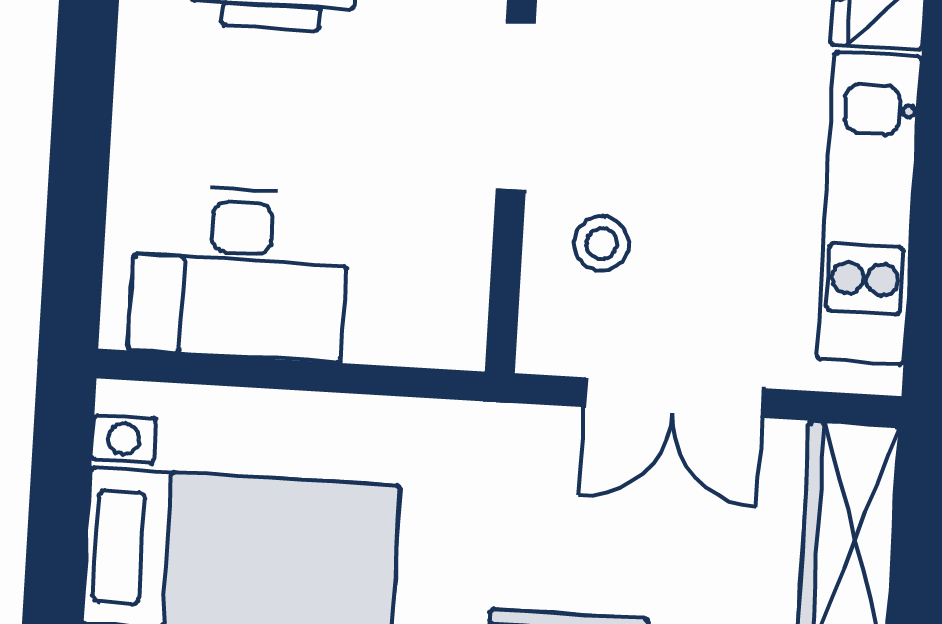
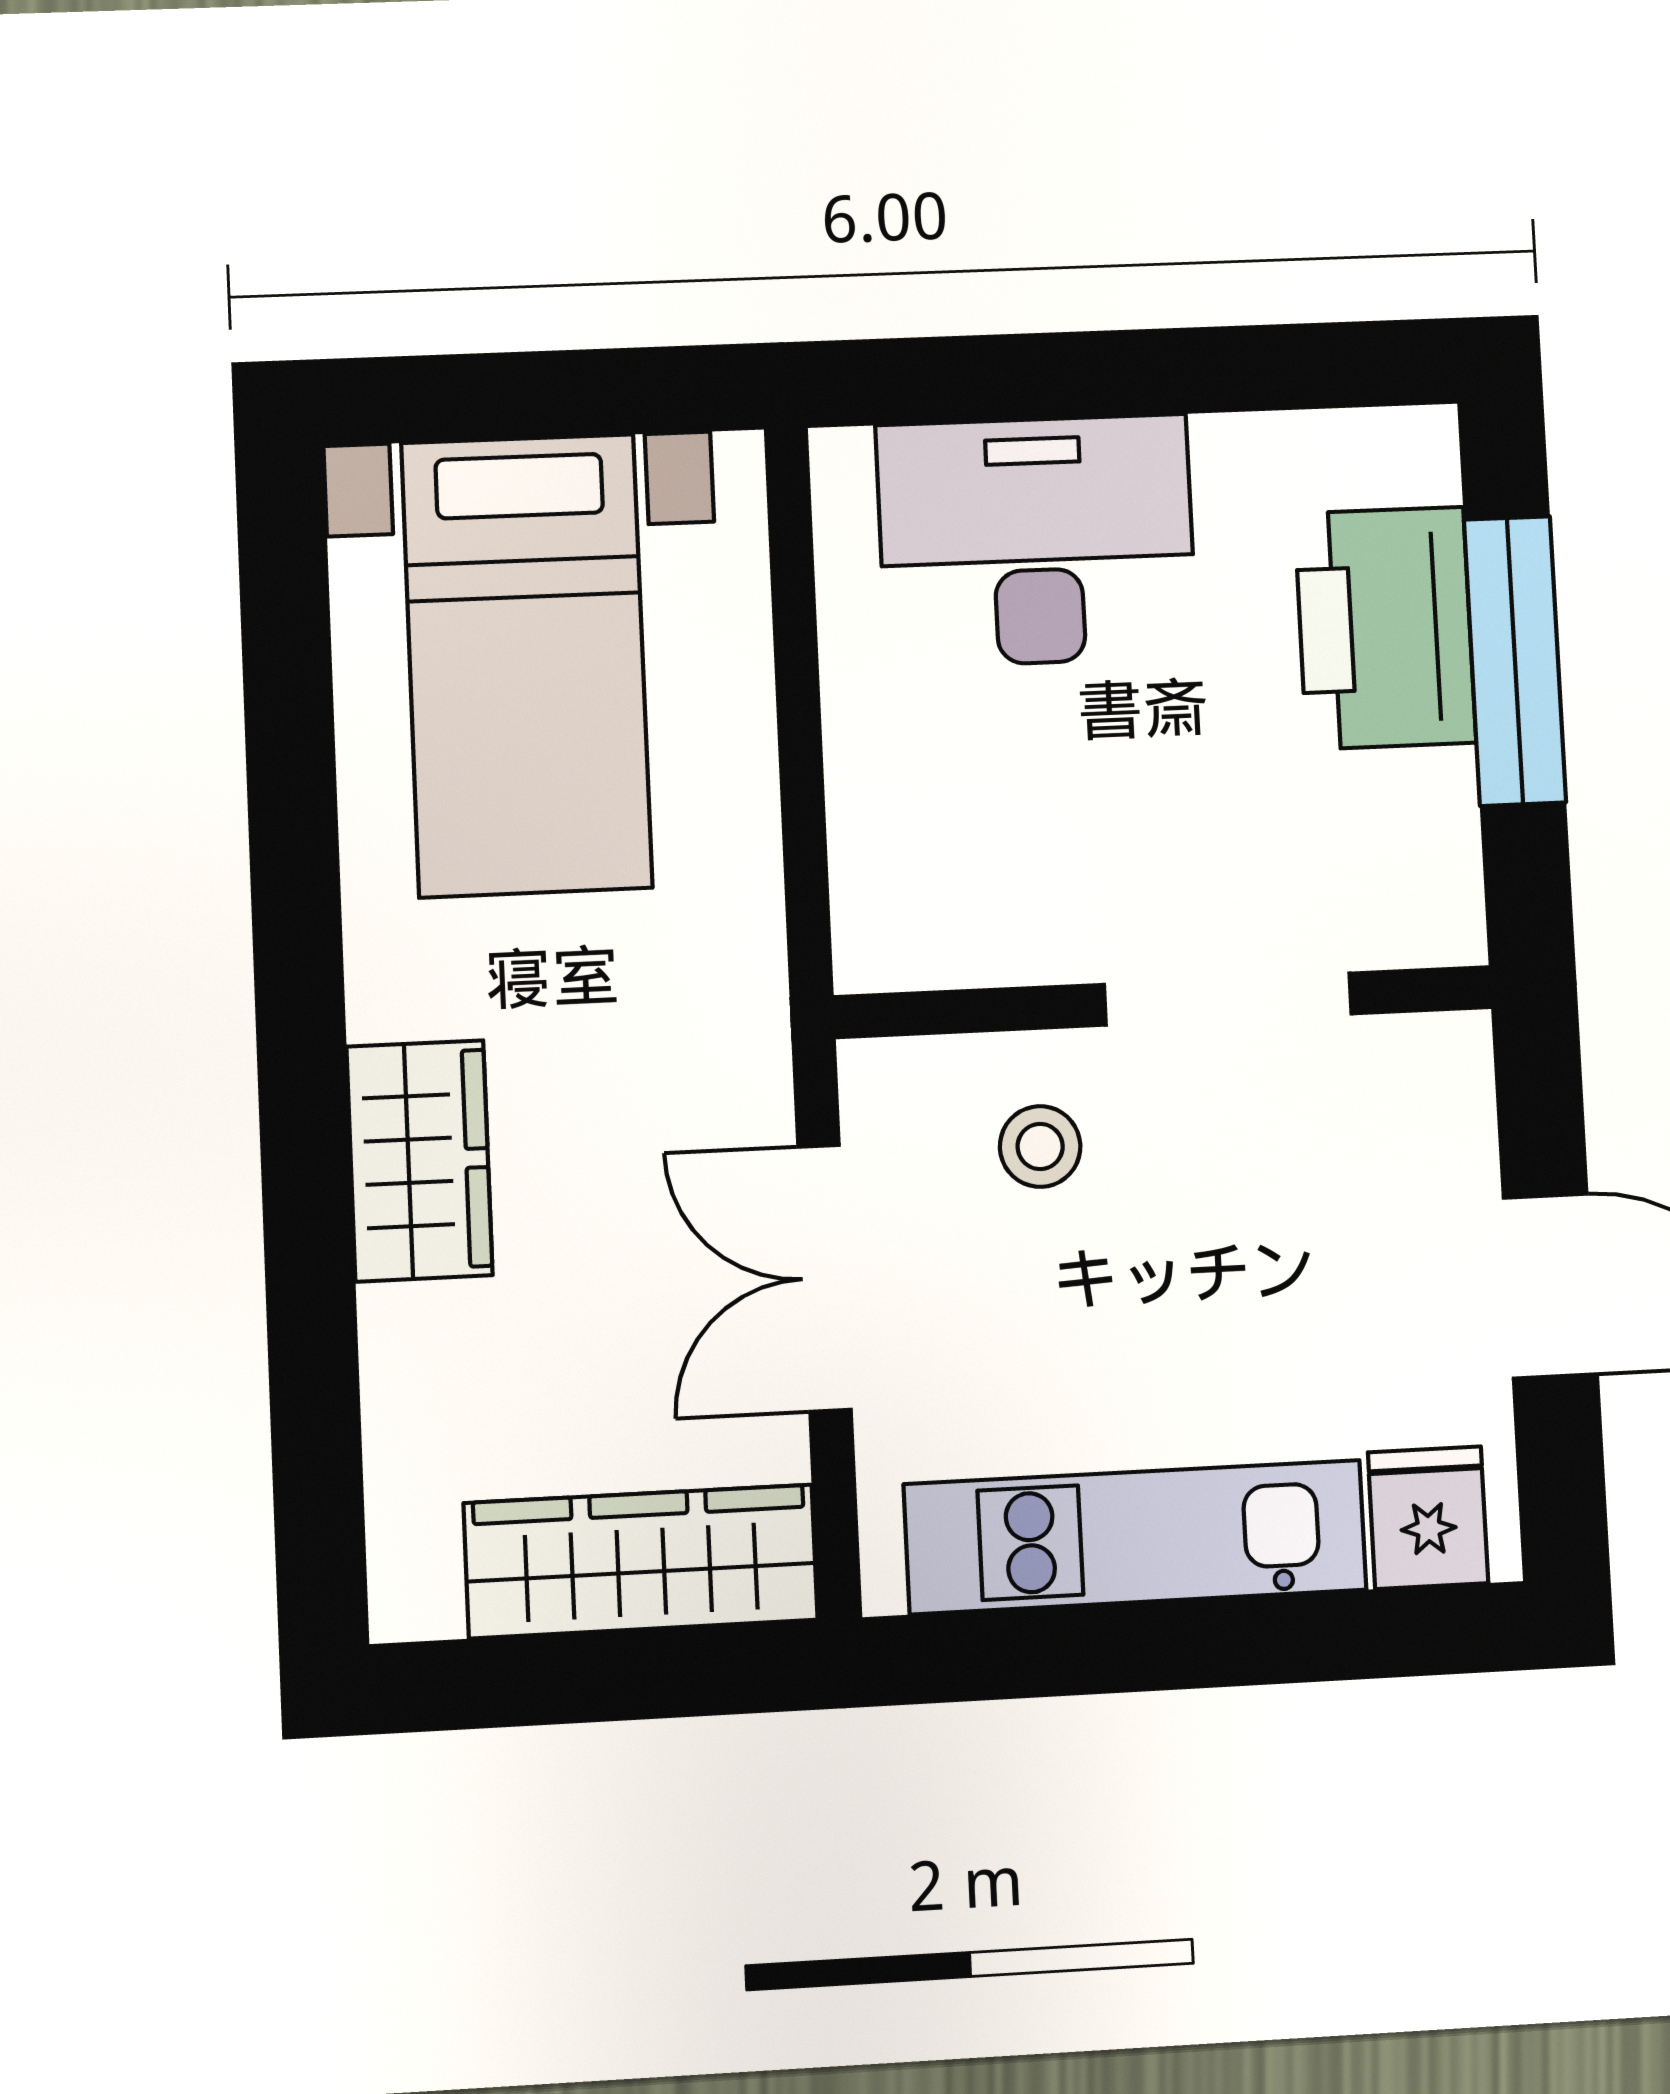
desk: (239, 273) -> (1037, 541), moved, turned 90

